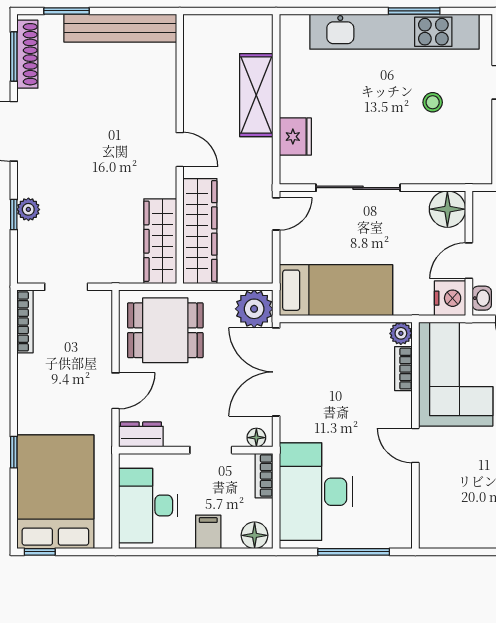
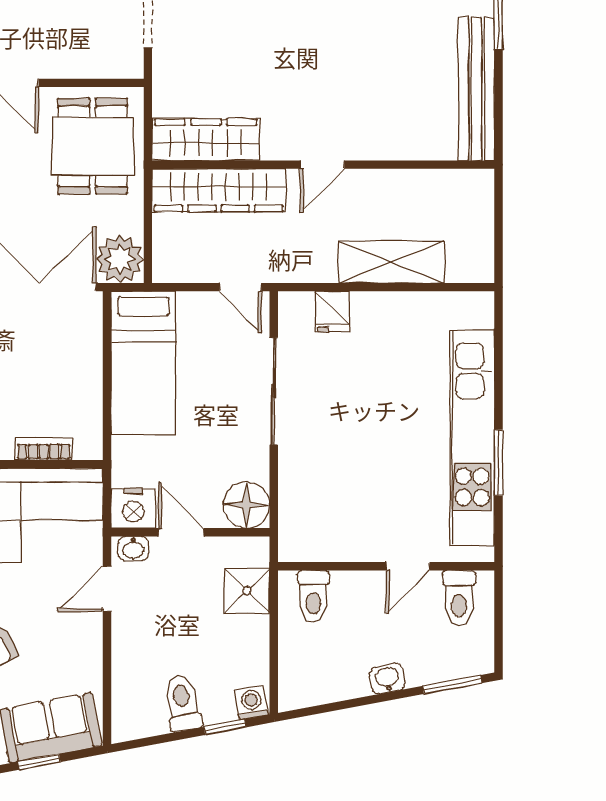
stool: (433, 102) -> (382, 486), removed
fridge: (295, 137) -> (332, 312), width x0.72
plant: (401, 333) -> (89, 446), removed

